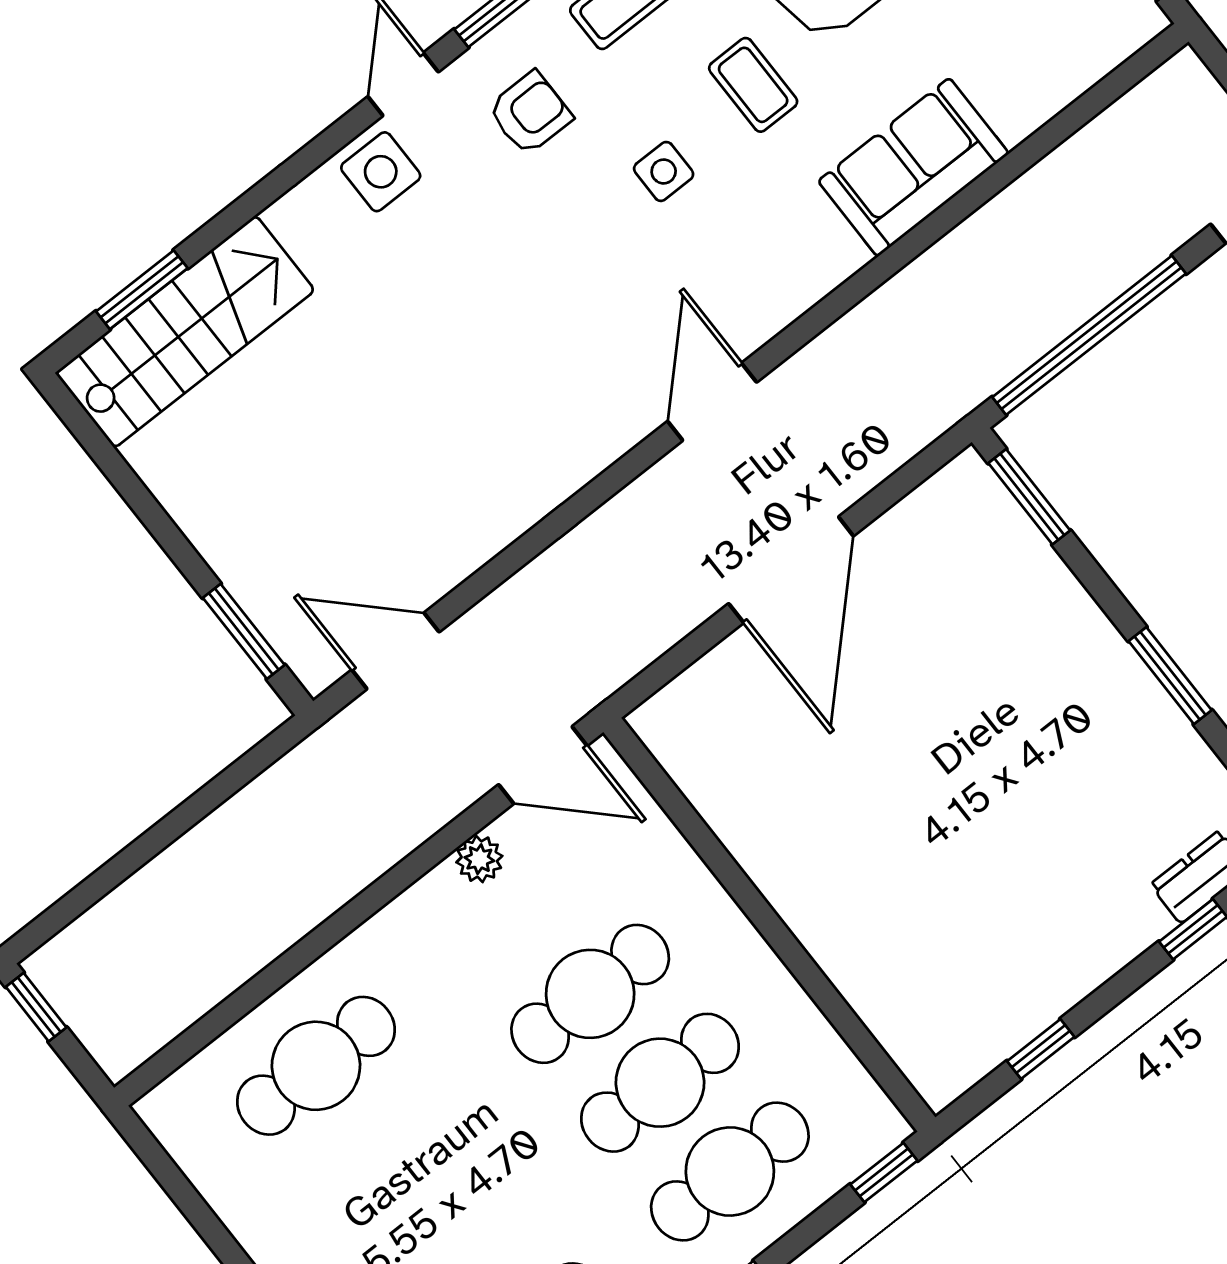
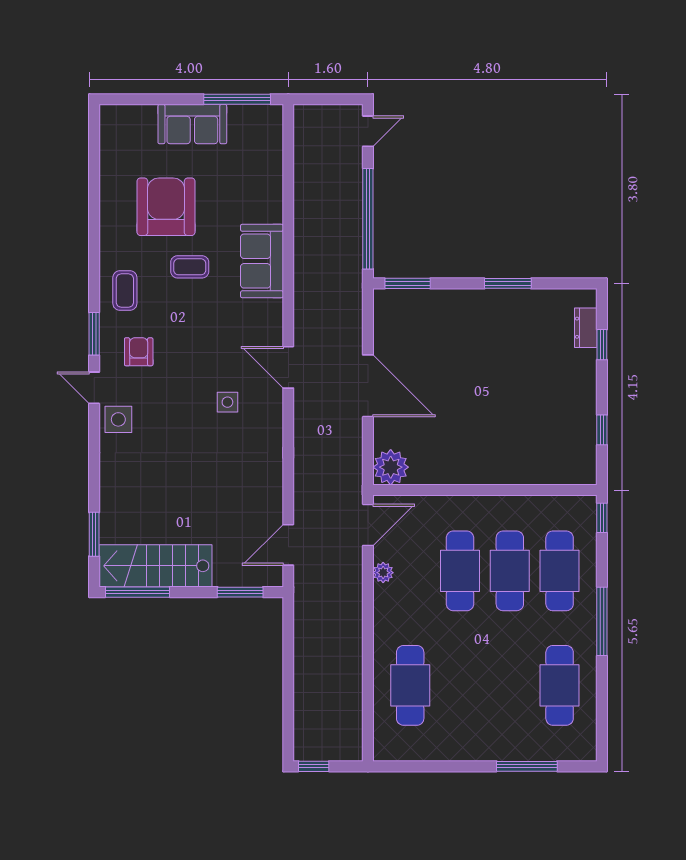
sofa: (913, 167) -> (262, 261), moved
side table: (664, 171) -> (227, 402), moved
stairs: (185, 332) -> (155, 566), moved, turned -90
window: (100, 448) -> (137, 592), added
plant: (678, 725) -> (391, 467), added

